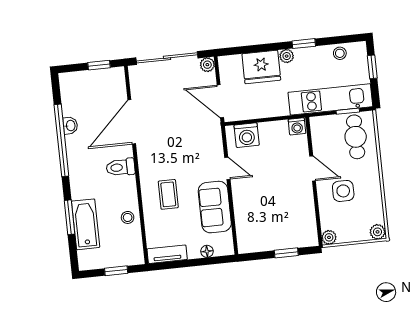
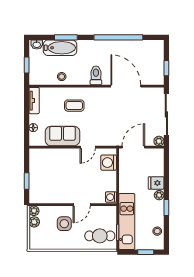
fridge: (261, 67) -> (156, 183), width x0.53, depth x0.75
washbasin: (70, 126) -> (37, 44), moved
plant: (378, 232) -> (34, 222), moved

